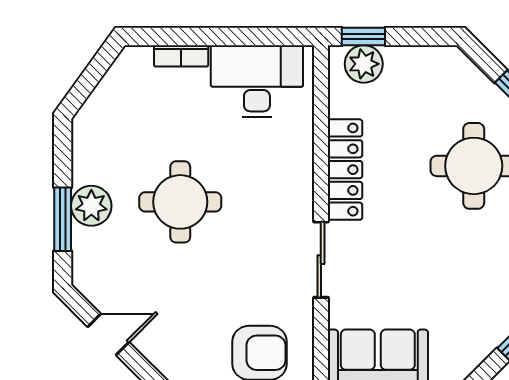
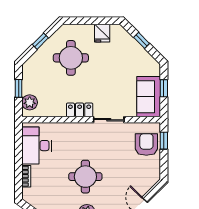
window: (363, 37) -> (19, 88), moved
locker: (345, 170) -> (80, 110), width x0.66

